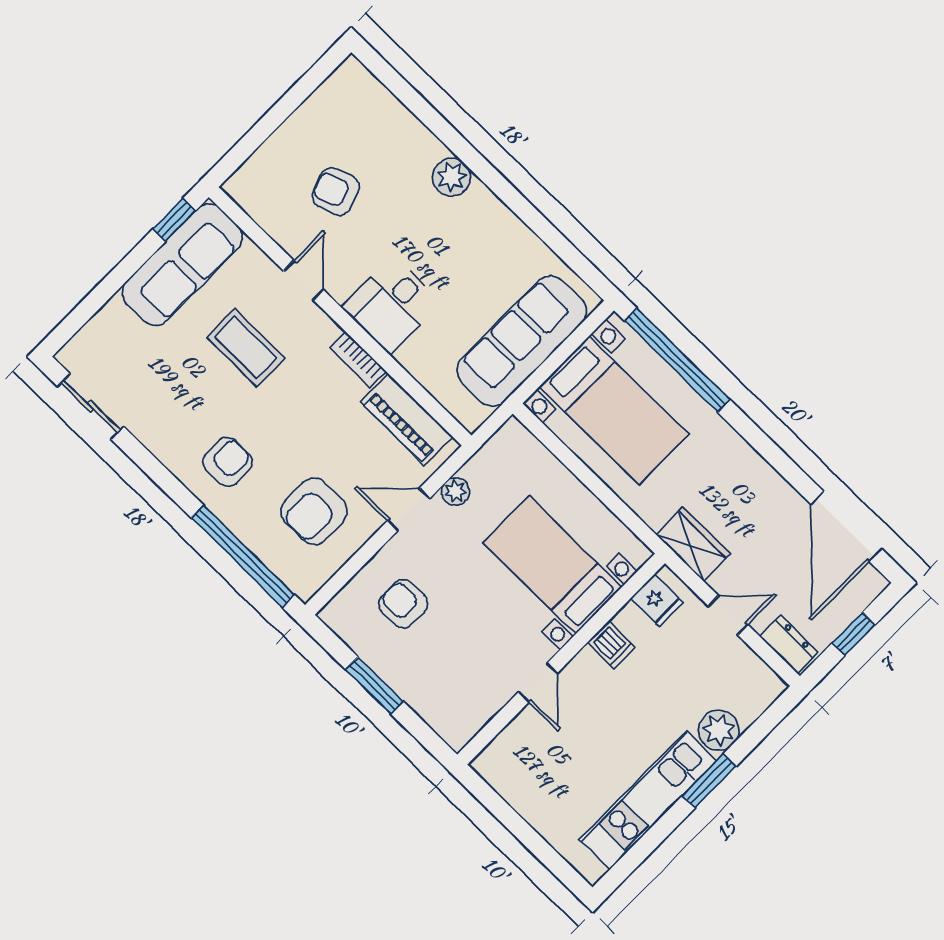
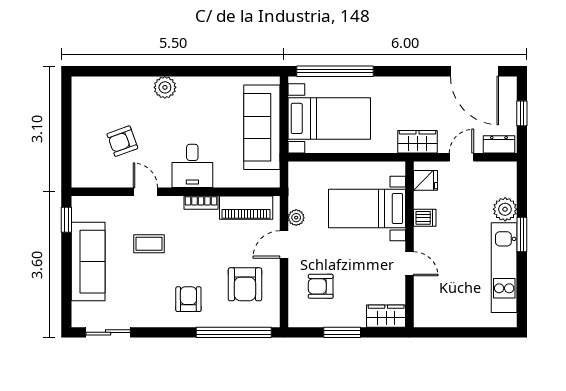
sofa: (182, 265) -> (88, 262), moved
coffee table: (246, 348) -> (149, 244), width x0.73, depth x0.77
wardrobe: (447, 718) -> (386, 316), added

